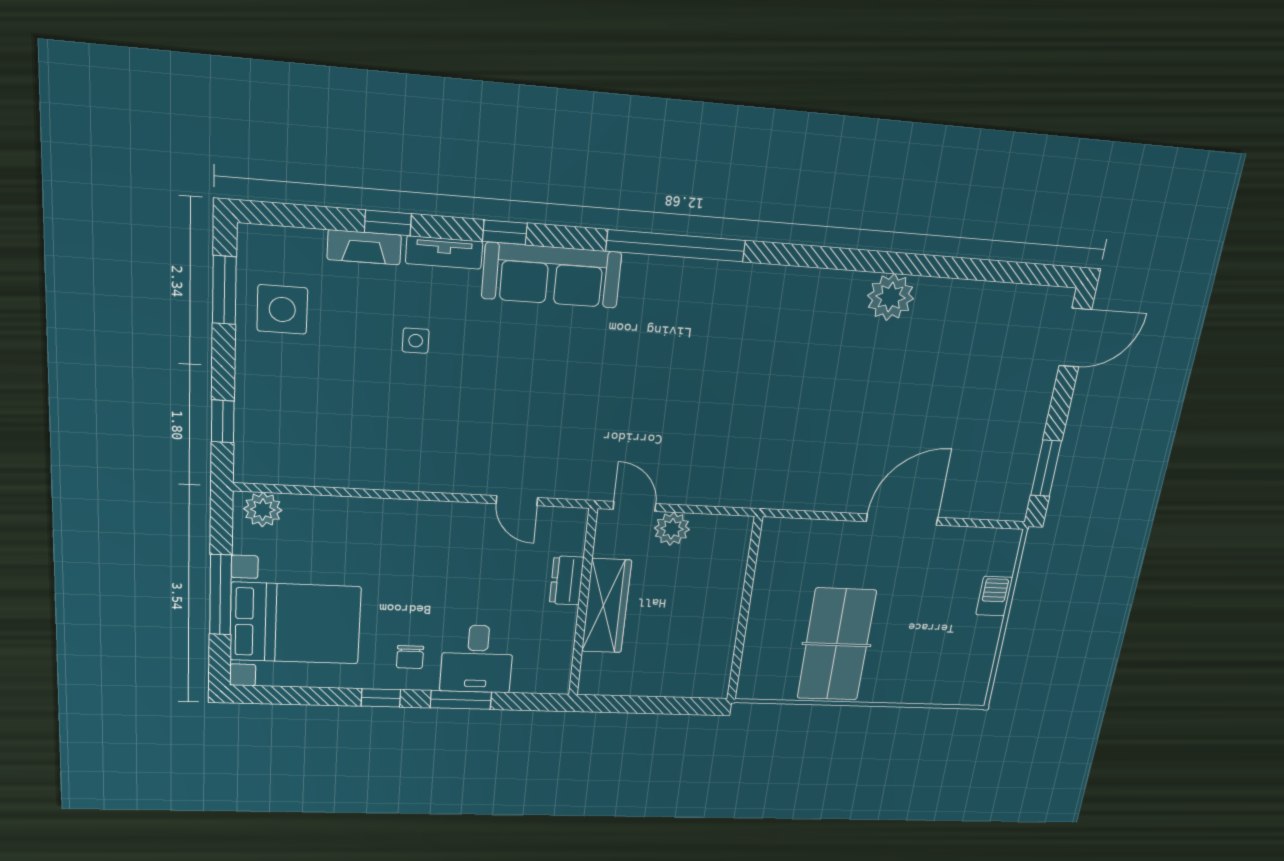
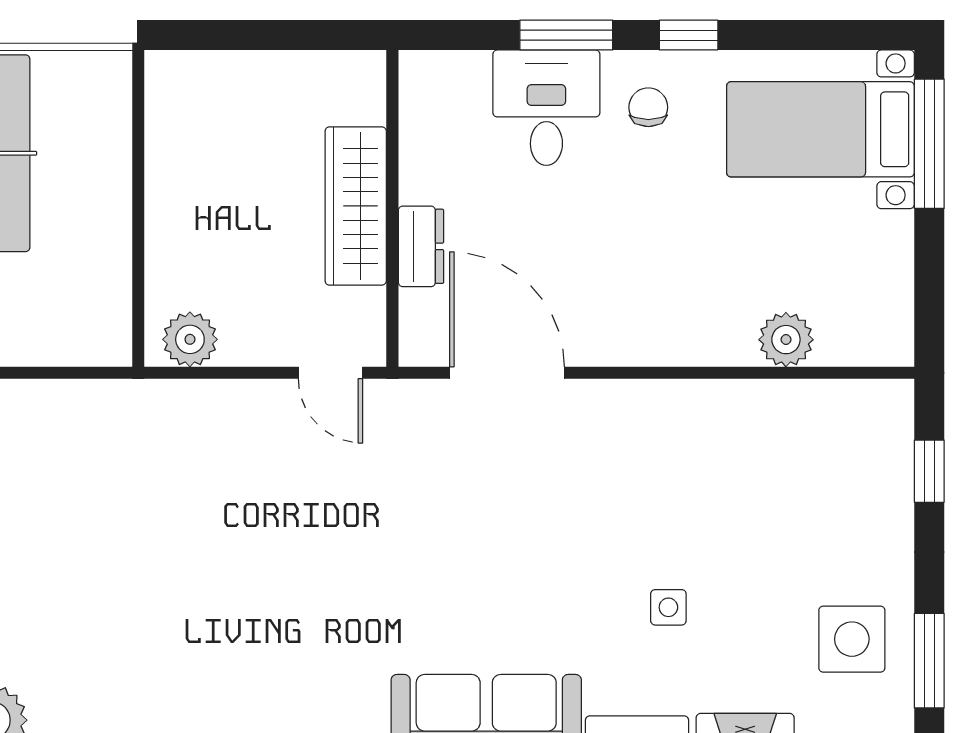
door: (517, 501) -> (507, 373), width x1.87
plant: (263, 510) -> (786, 340), moved
plant: (672, 529) -> (190, 339), moved
window: (220, 595) -> (929, 144), moved
bed with nightstands: (295, 623) -> (820, 129), width x0.73

